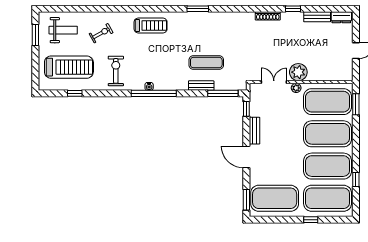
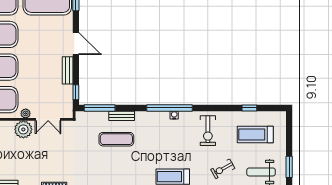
treadmill: (69, 67) -> (255, 135), width x0.73, depth x0.73

